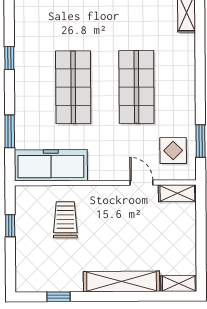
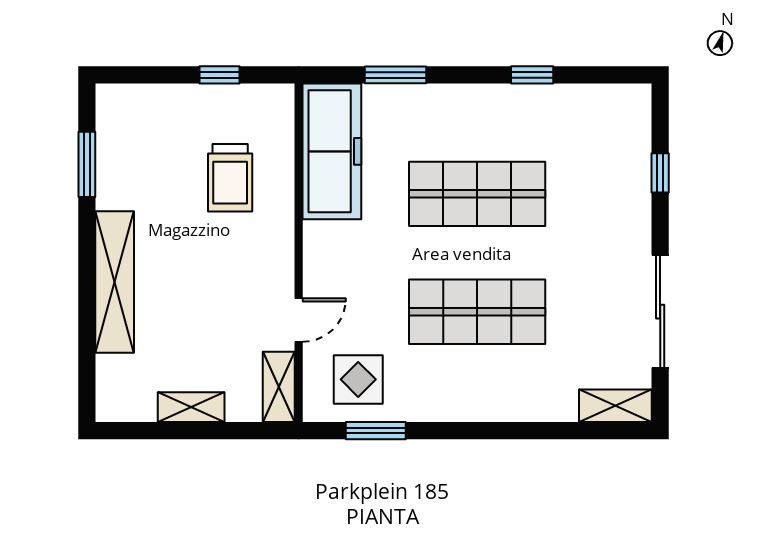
trolley: (65, 220) -> (230, 178), turned 90
shelving: (179, 284) -> (191, 407), moved, turned 90
window: (59, 297) -> (87, 164), width x1.50

